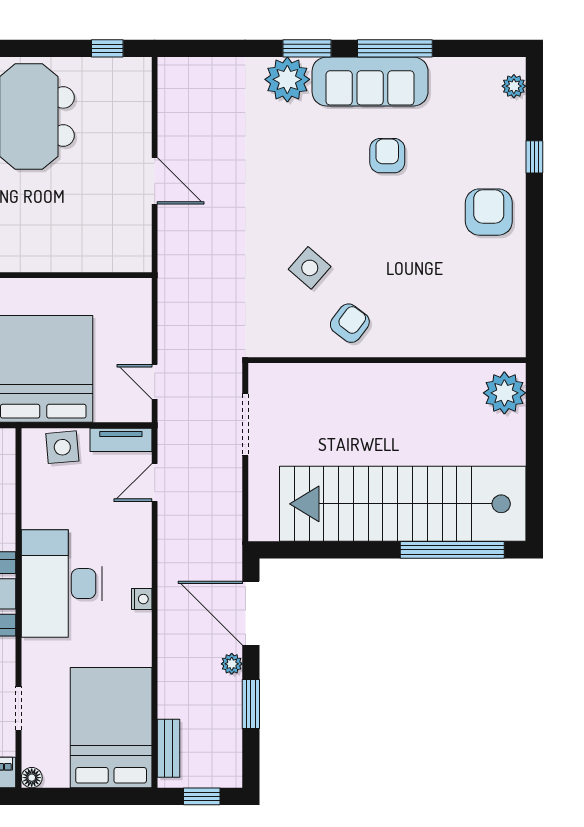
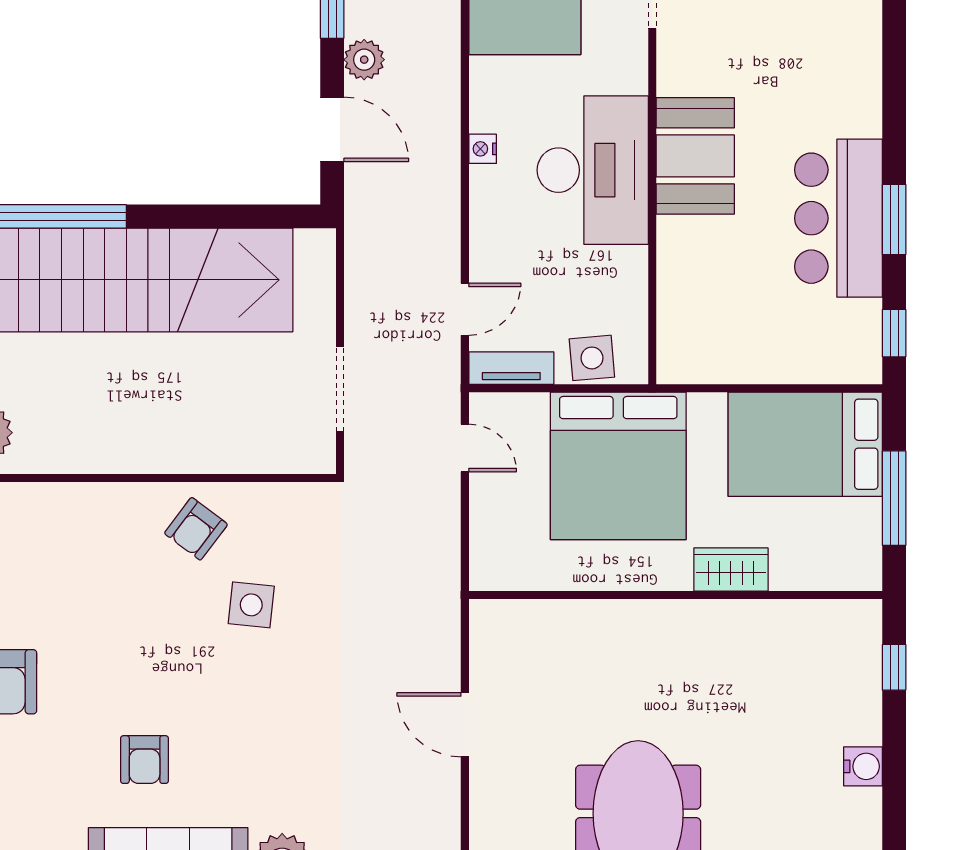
side table: (310, 268) -> (251, 605), turned -35
door: (251, 613) -> (332, 129), width x0.73
plant: (232, 664) -> (364, 60), width x1.38, depth x1.38

